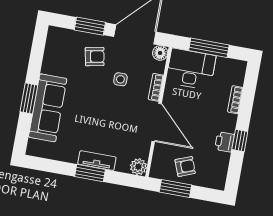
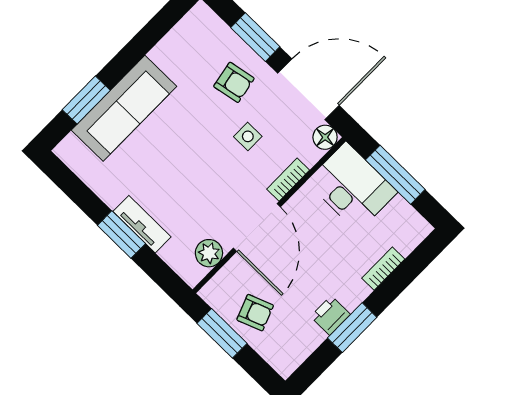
window: (29, 98) -> (86, 100), moved
window: (240, 141) -> (352, 328), width x1.50
plant: (138, 167) -> (209, 253), moved

